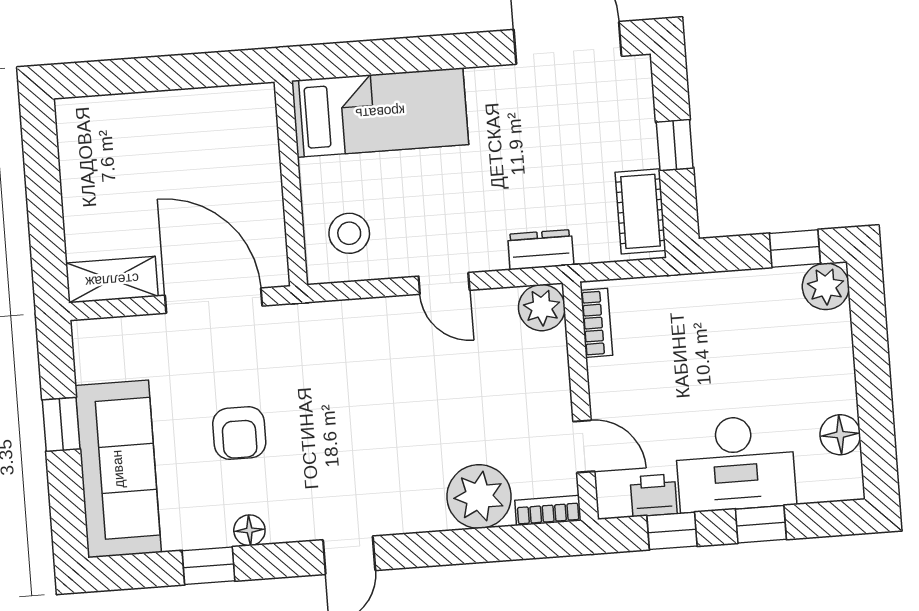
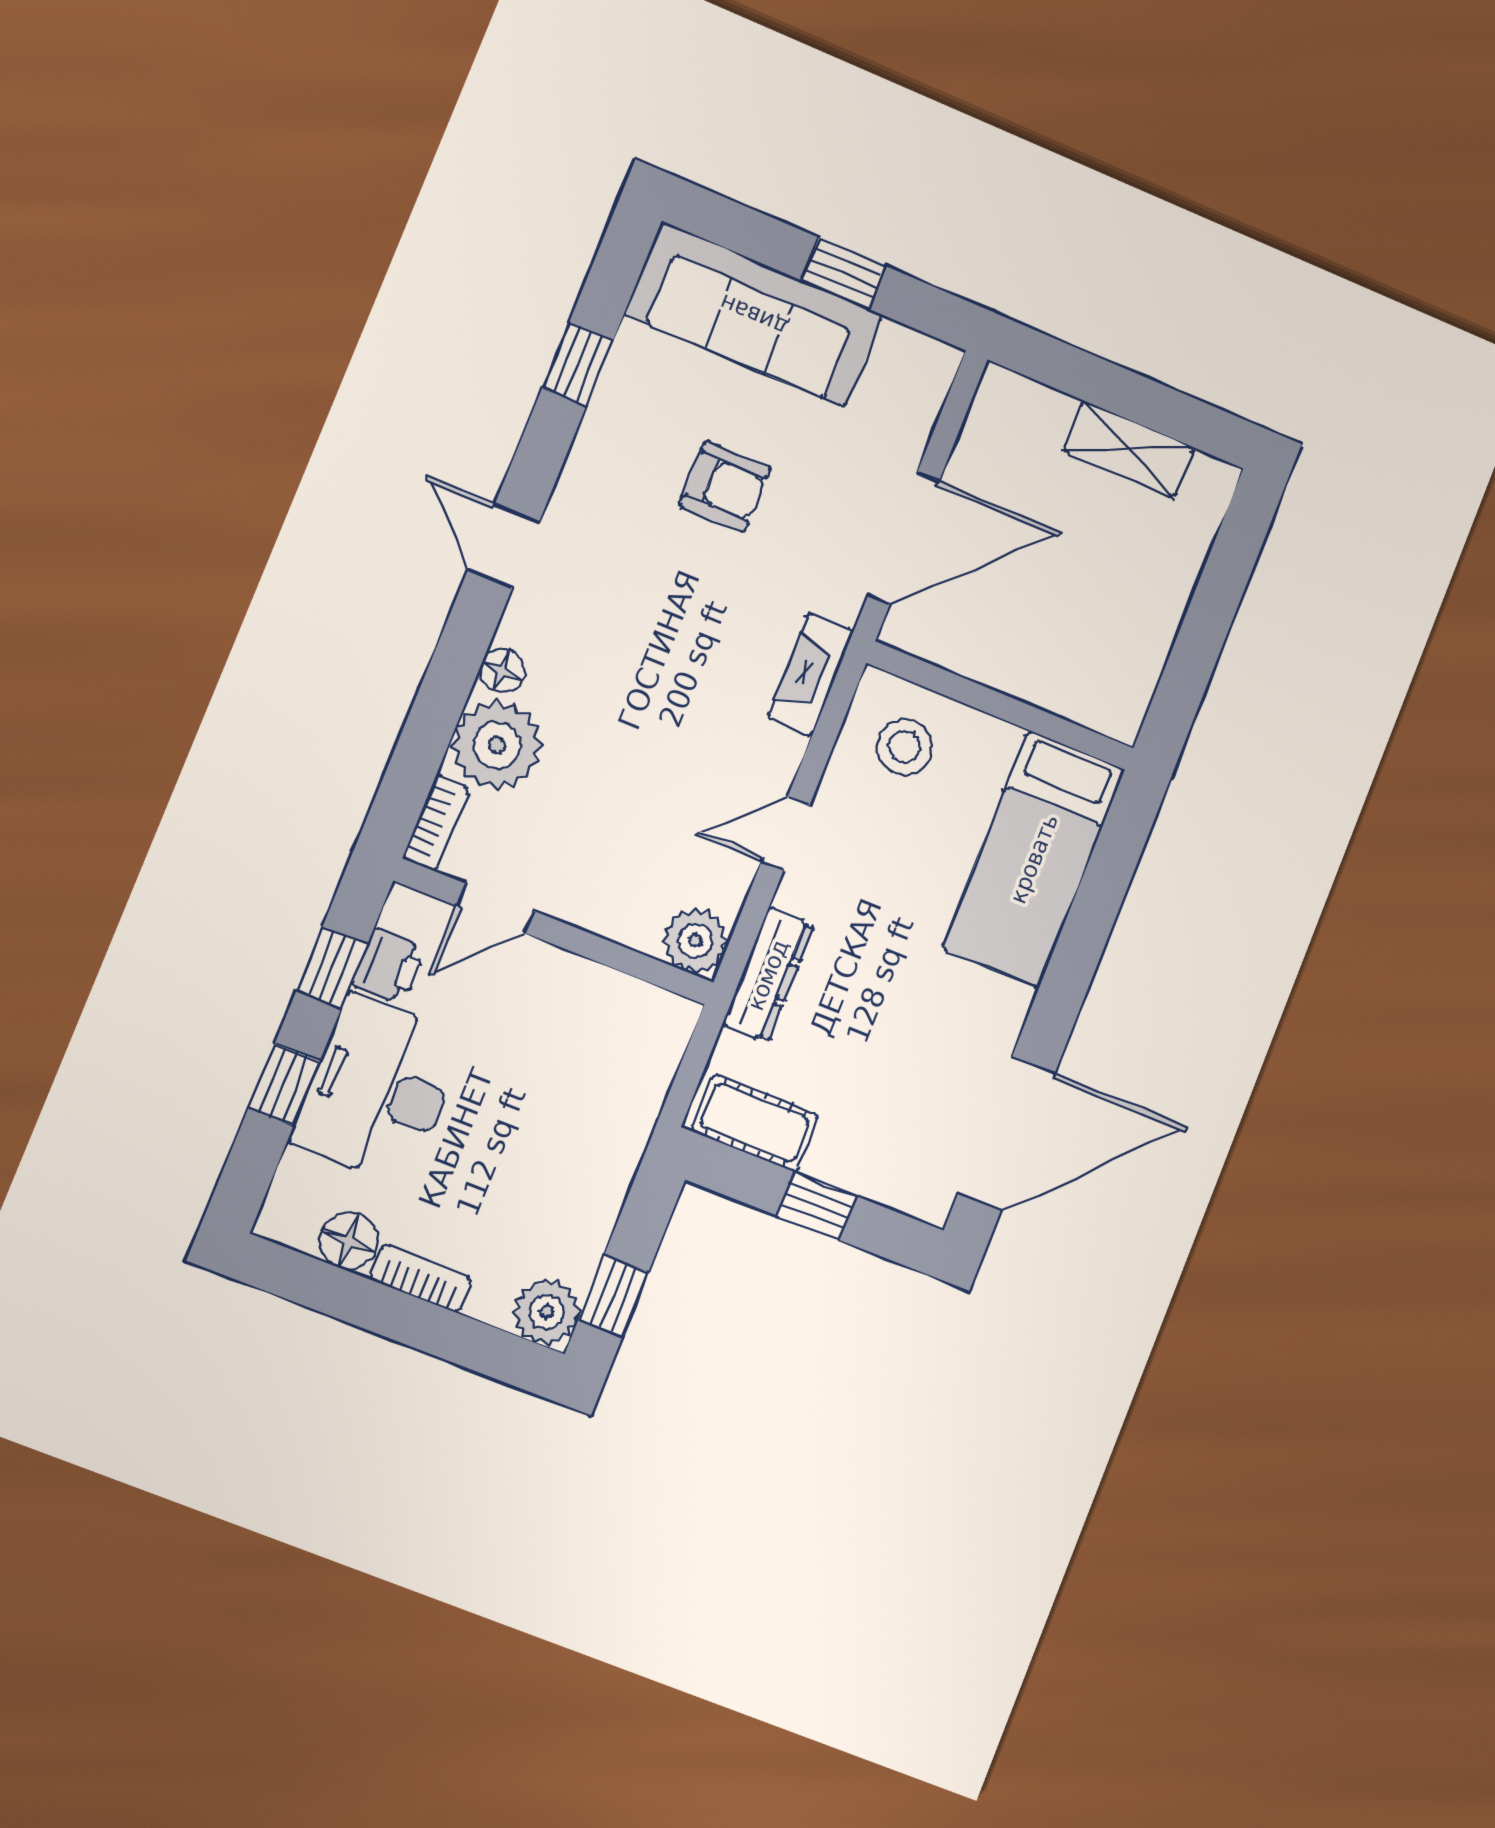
dresser: (541, 250) -> (768, 975), width x1.44
shelving: (112, 280) -> (1129, 449), moved, turned 90
fireplace: (333, 318) -> (810, 674), added
bookcase: (597, 323) -> (421, 1279), moved, turned 180
armchair: (239, 433) -> (725, 487), turned 180
floor lamp: (249, 530) -> (502, 670), moved

